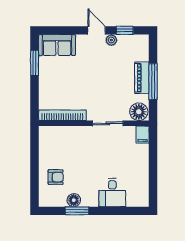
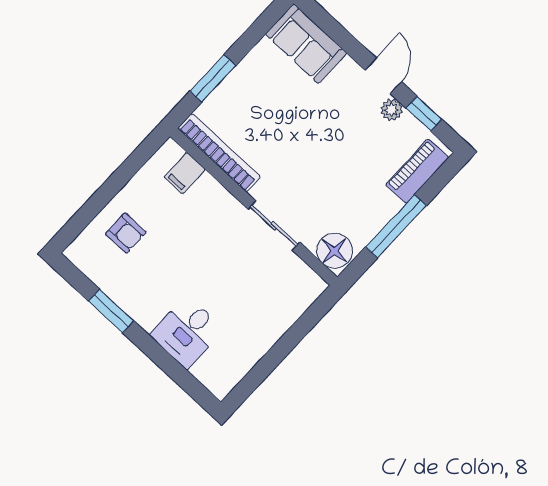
window: (35, 63) -> (213, 78), moved
piano: (142, 78) -> (417, 171), moved
filing cabinet: (143, 135) -> (185, 173), moved
floor lamp: (74, 200) -> (121, 291), removed

